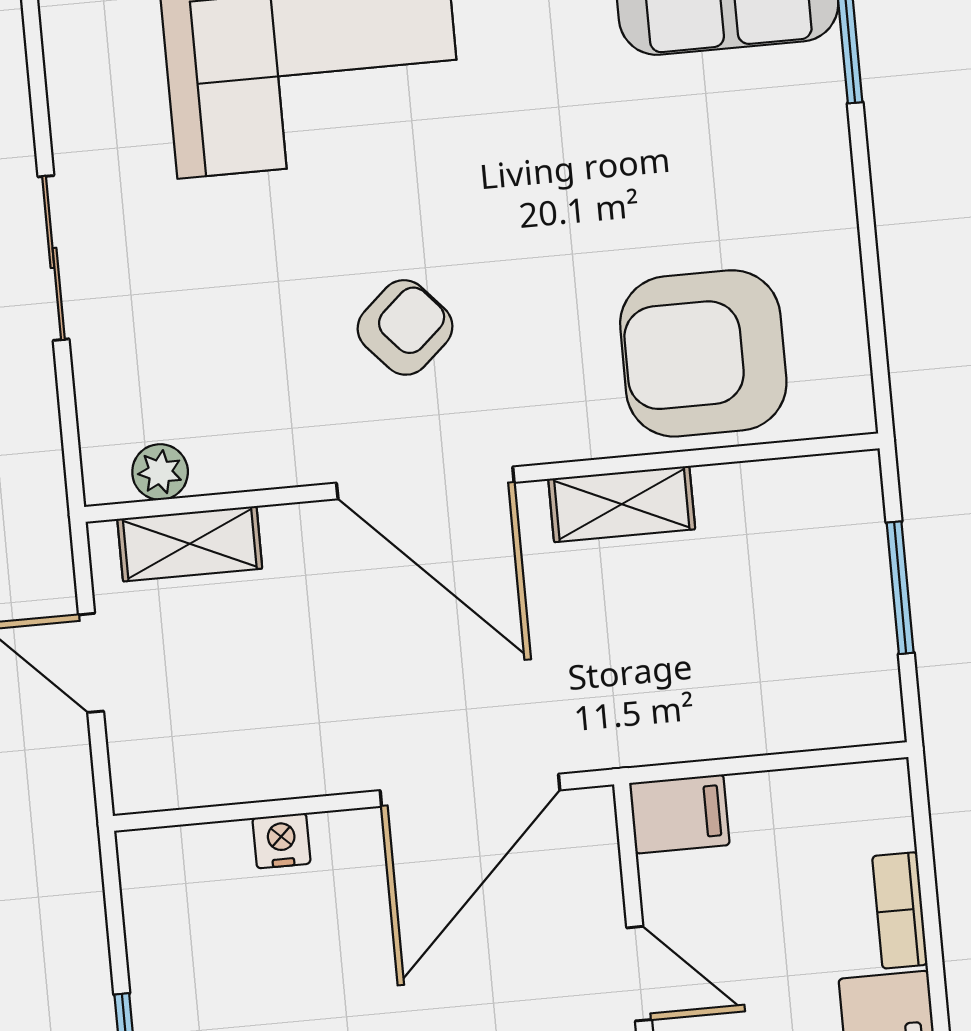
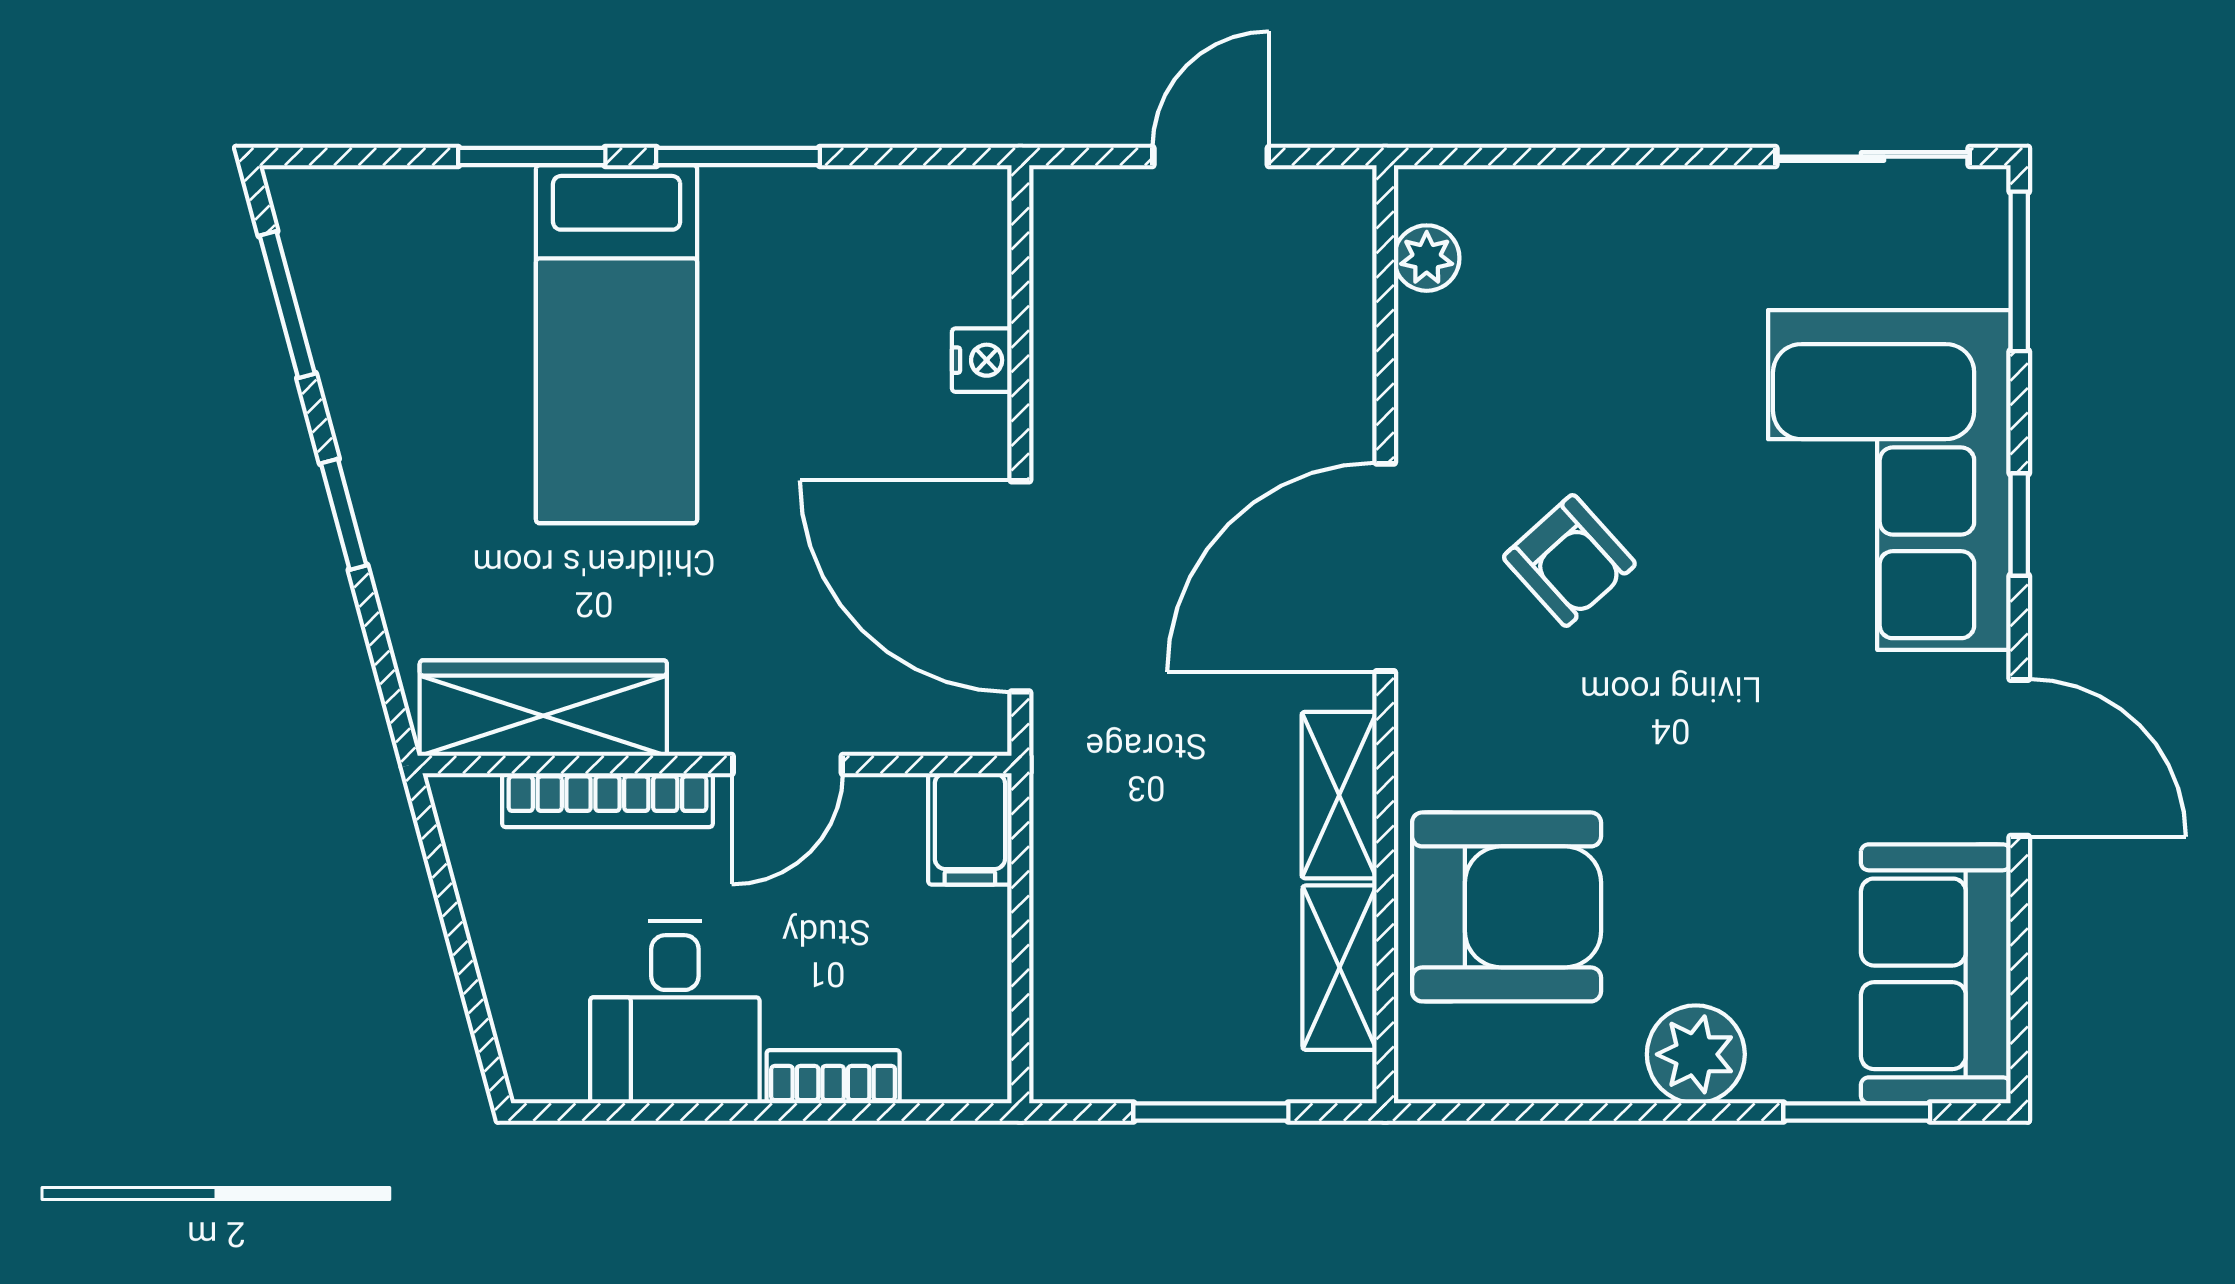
plant: (813, 182) -> (1696, 1054), added
sliding door: (53, 258) -> (1873, 157), moved
armchair: (703, 353) -> (1507, 907), turned 90
shelving: (190, 544) -> (1340, 968), moved

